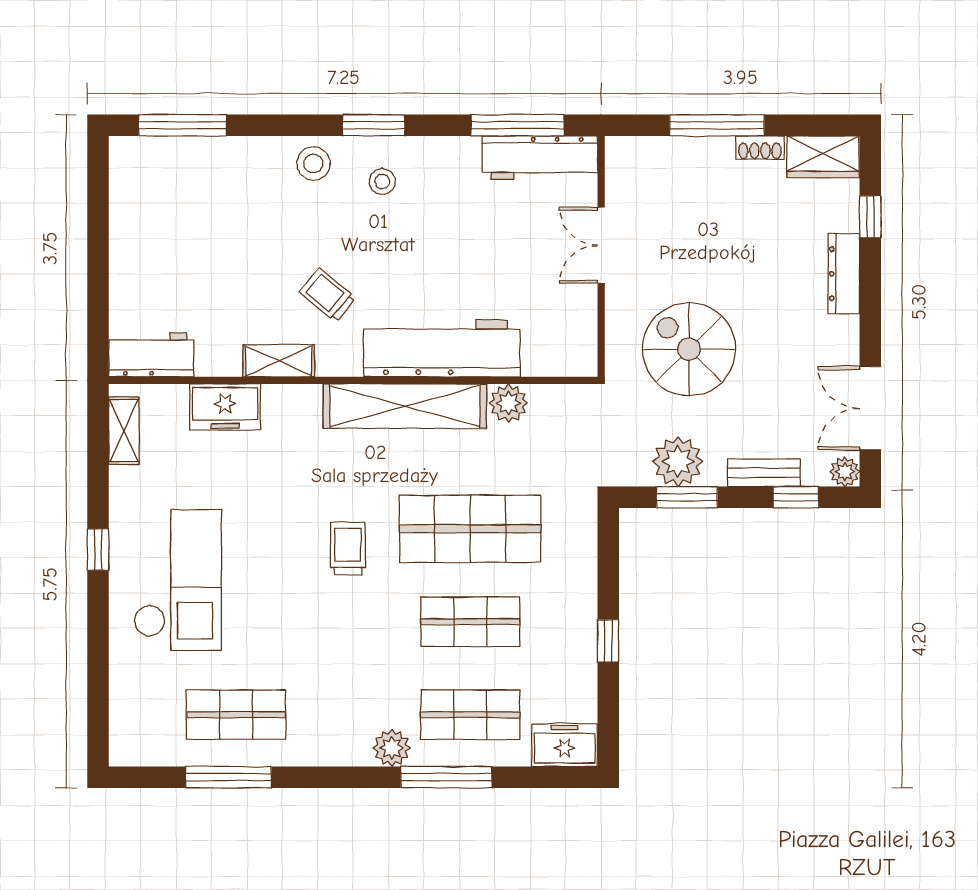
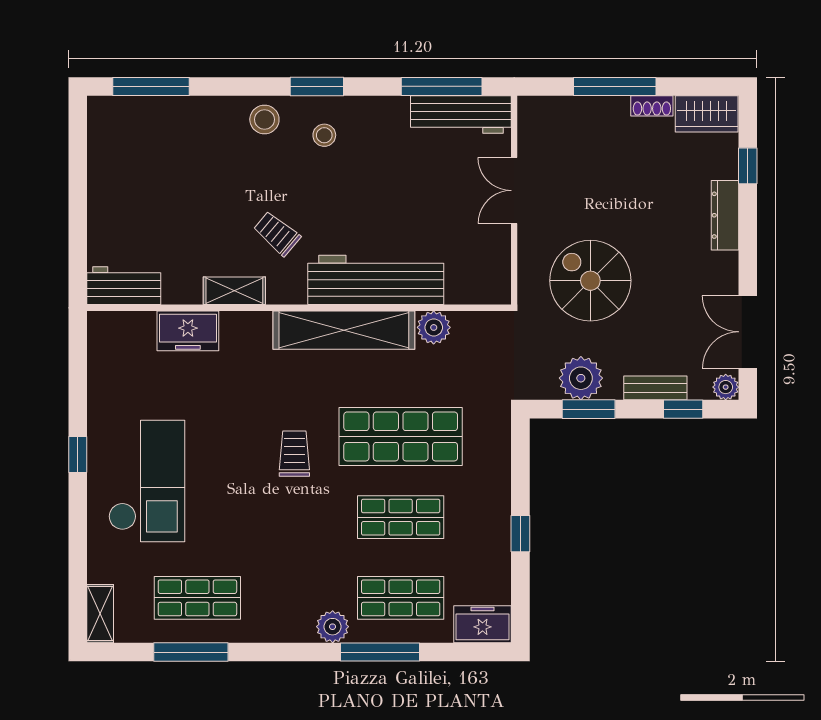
shelving: (124, 431) -> (100, 614), moved

